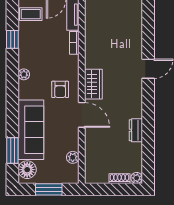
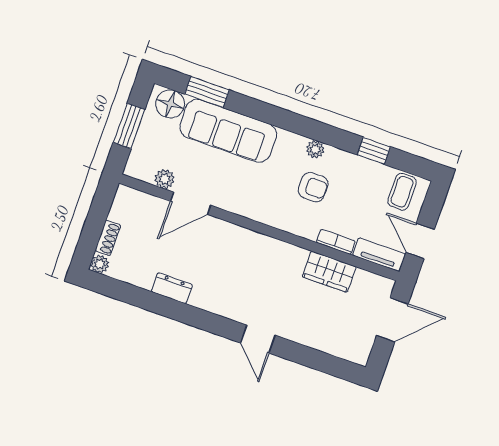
wardrobe: (93, 84) -> (329, 272), moved
armchair: (60, 89) -> (313, 187), moved, turned 180
door: (82, 115) -> (191, 203), moved

